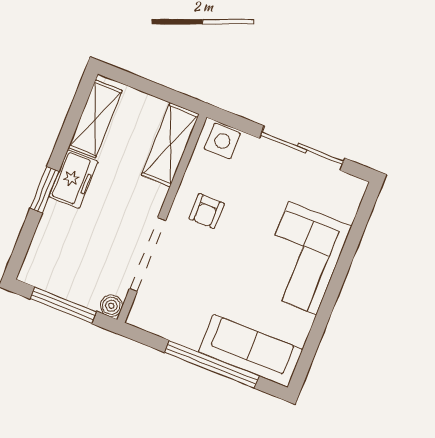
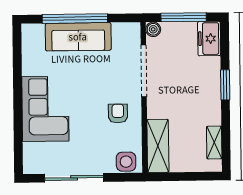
shelving: (95, 119) -> (214, 143), width x0.67, depth x0.75
freezer: (73, 179) -> (209, 39), moved
sofa: (251, 351) -> (78, 37), moved

